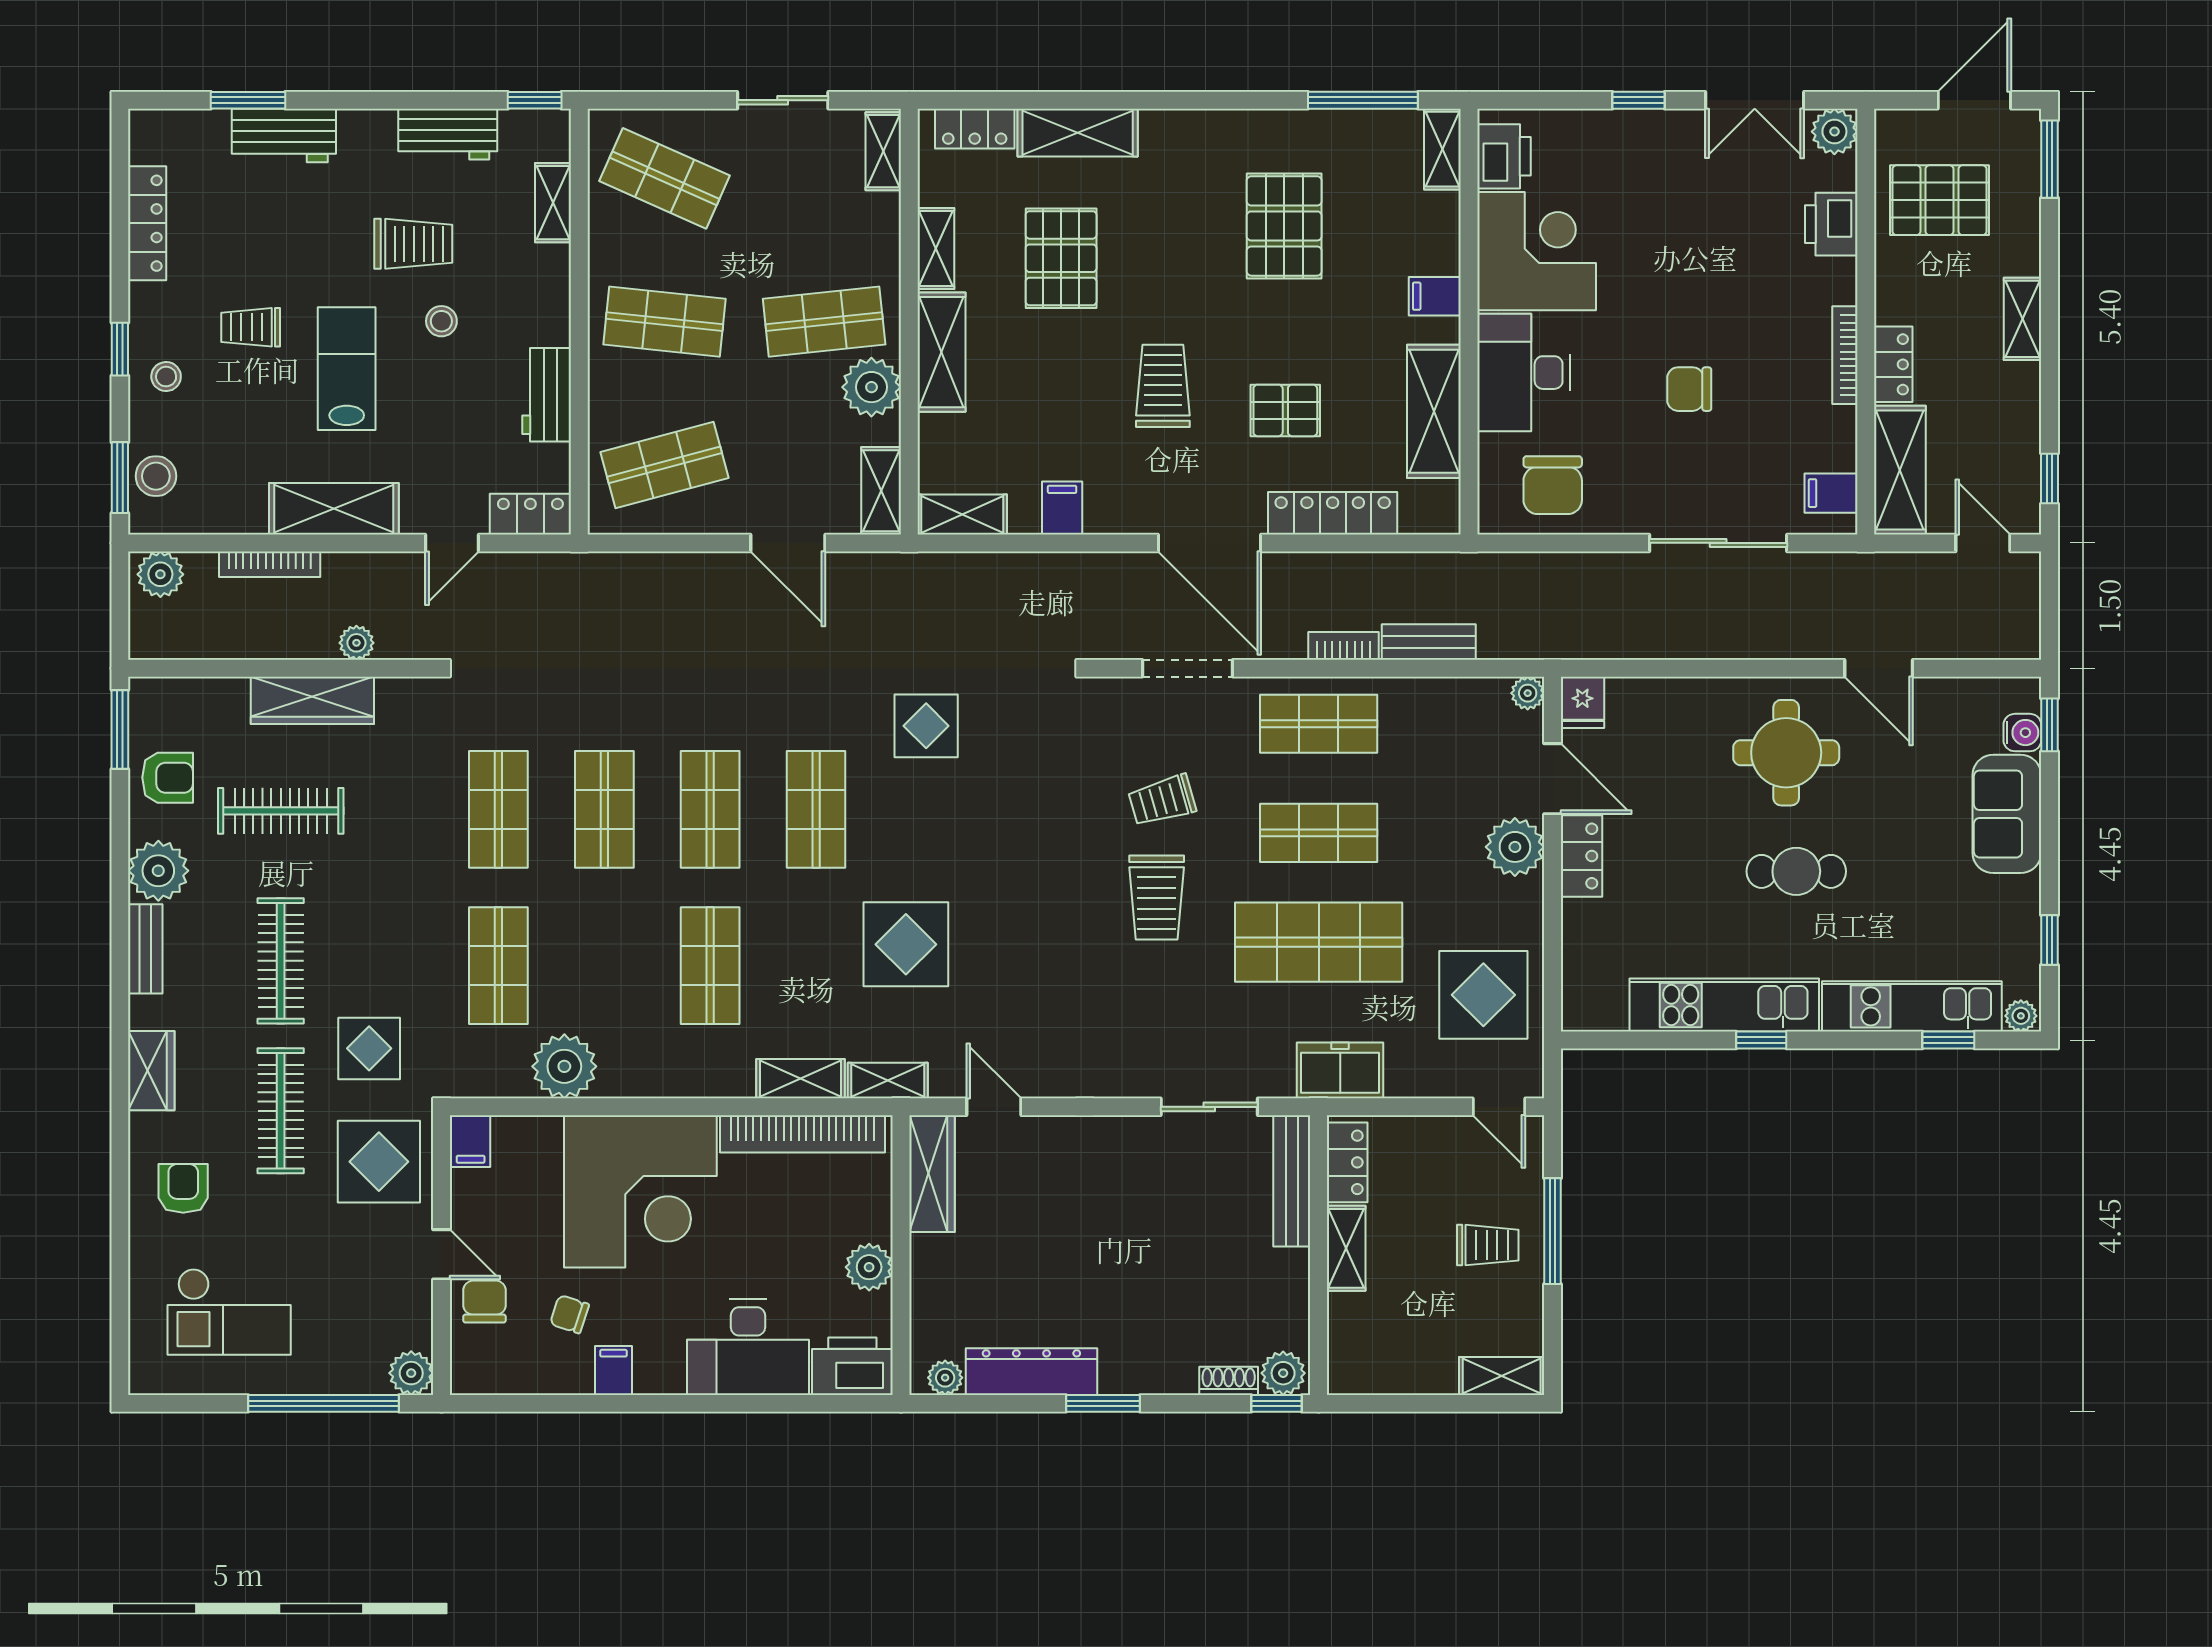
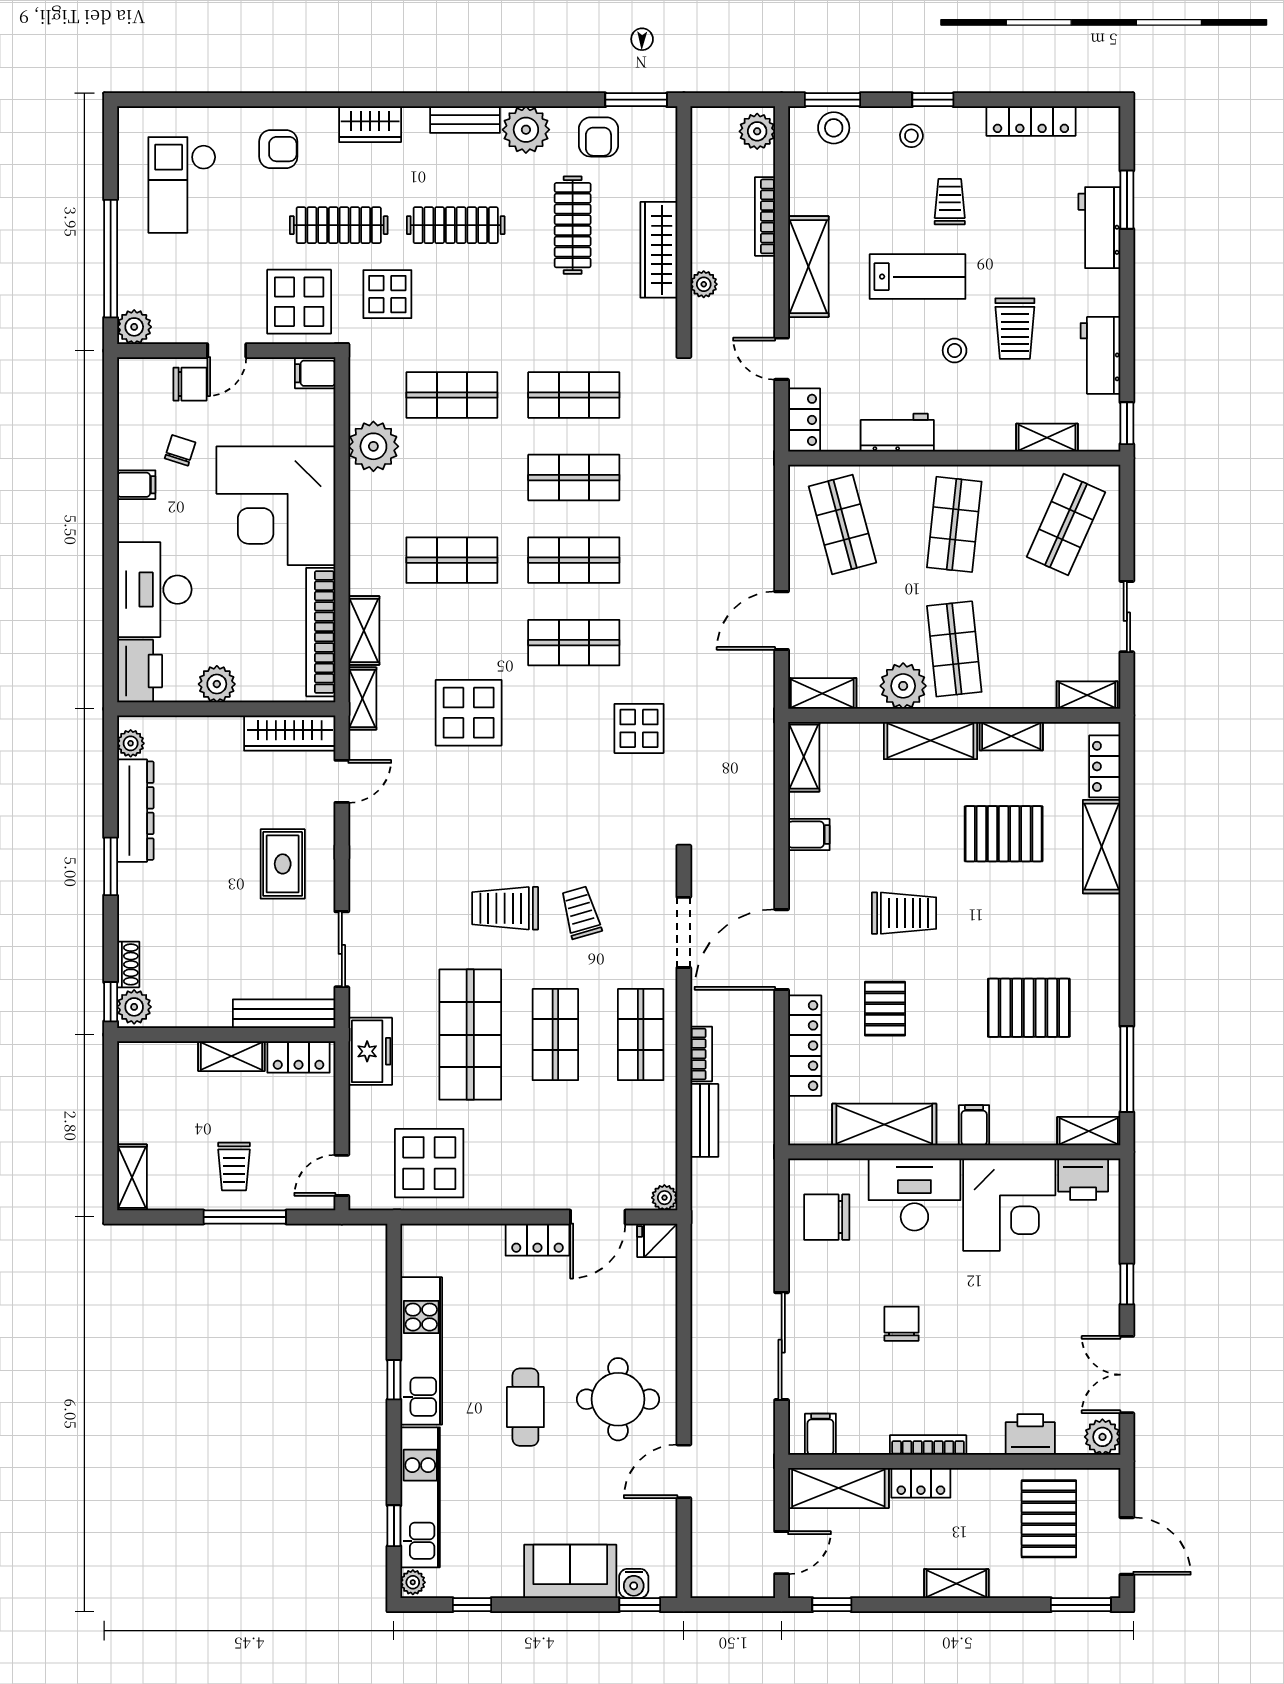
plant: (1515, 847) -> (544, 1188), removed
rug: (1100, 1183) -> (283, 864), added

